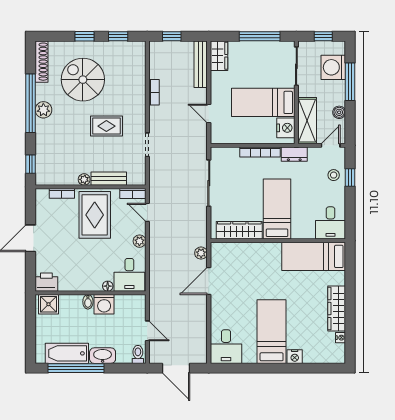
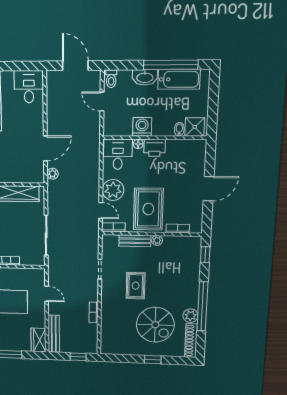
window: (118, 36) -> (124, 358), removed
plant: (43, 110) -> (190, 316), moved
rug: (106, 126) -> (136, 286), turned 90
plant: (139, 241) -> (113, 190), width x1.87, depth x1.87
printer: (46, 282) -> (155, 148), moved
bidet: (88, 302) -> (179, 129), moved

